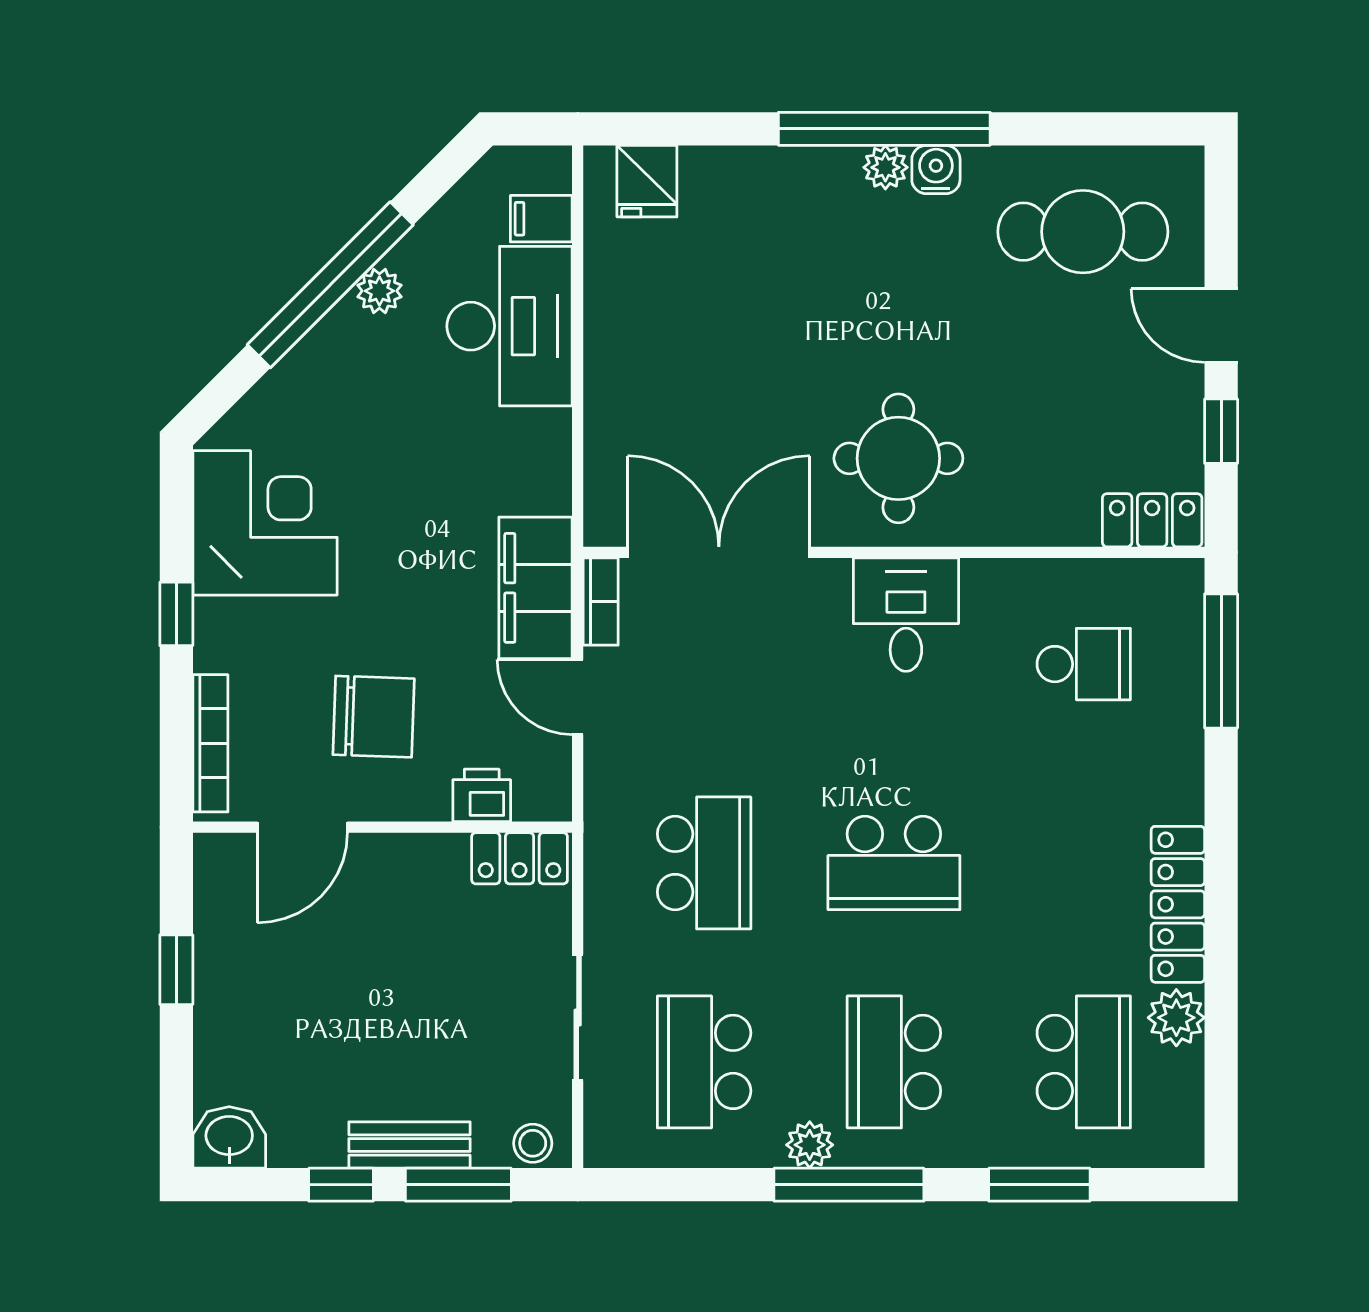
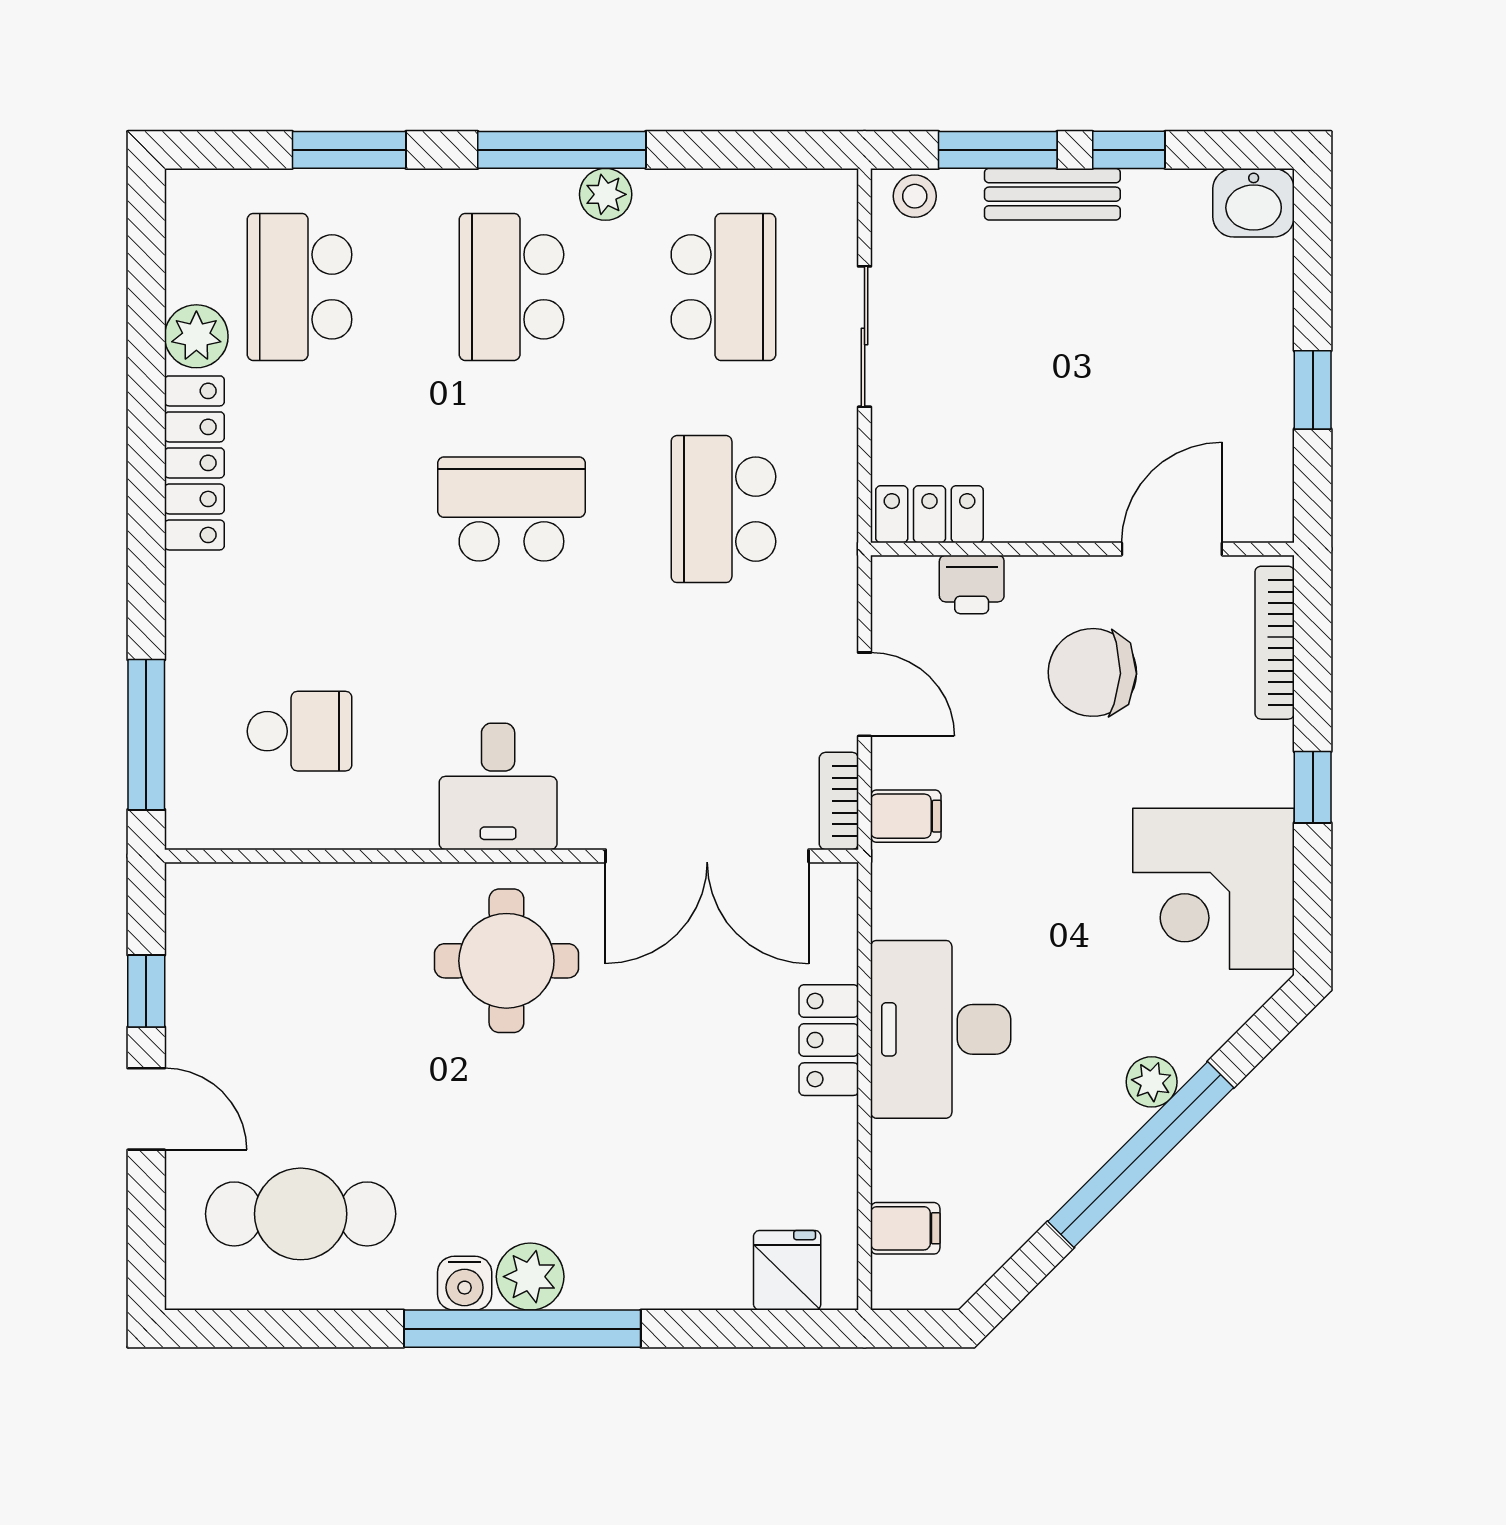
plant: (885, 167) -> (530, 1277), width x1.38, depth x1.38
plant: (379, 291) -> (1152, 1082), moved
desk: (510, 326) -> (941, 1029), moved
locker: (1152, 520) -> (829, 1040), moved, turned 90
filing cabinet: (536, 588) -> (906, 816), width x0.33, depth x0.86
school desk: (1084, 664) -> (300, 731), turned 180
school desk: (894, 1062) -> (511, 287), turned 180

